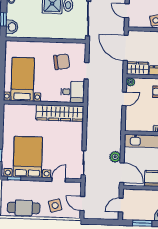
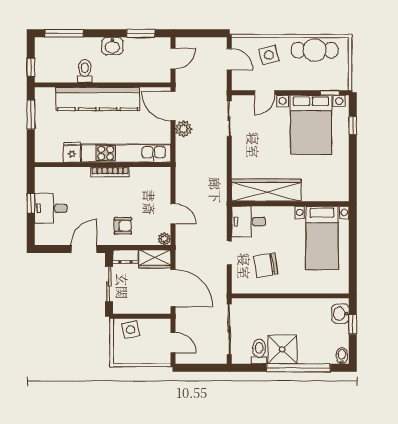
door: (124, 99) -> (173, 214), swing flipped

